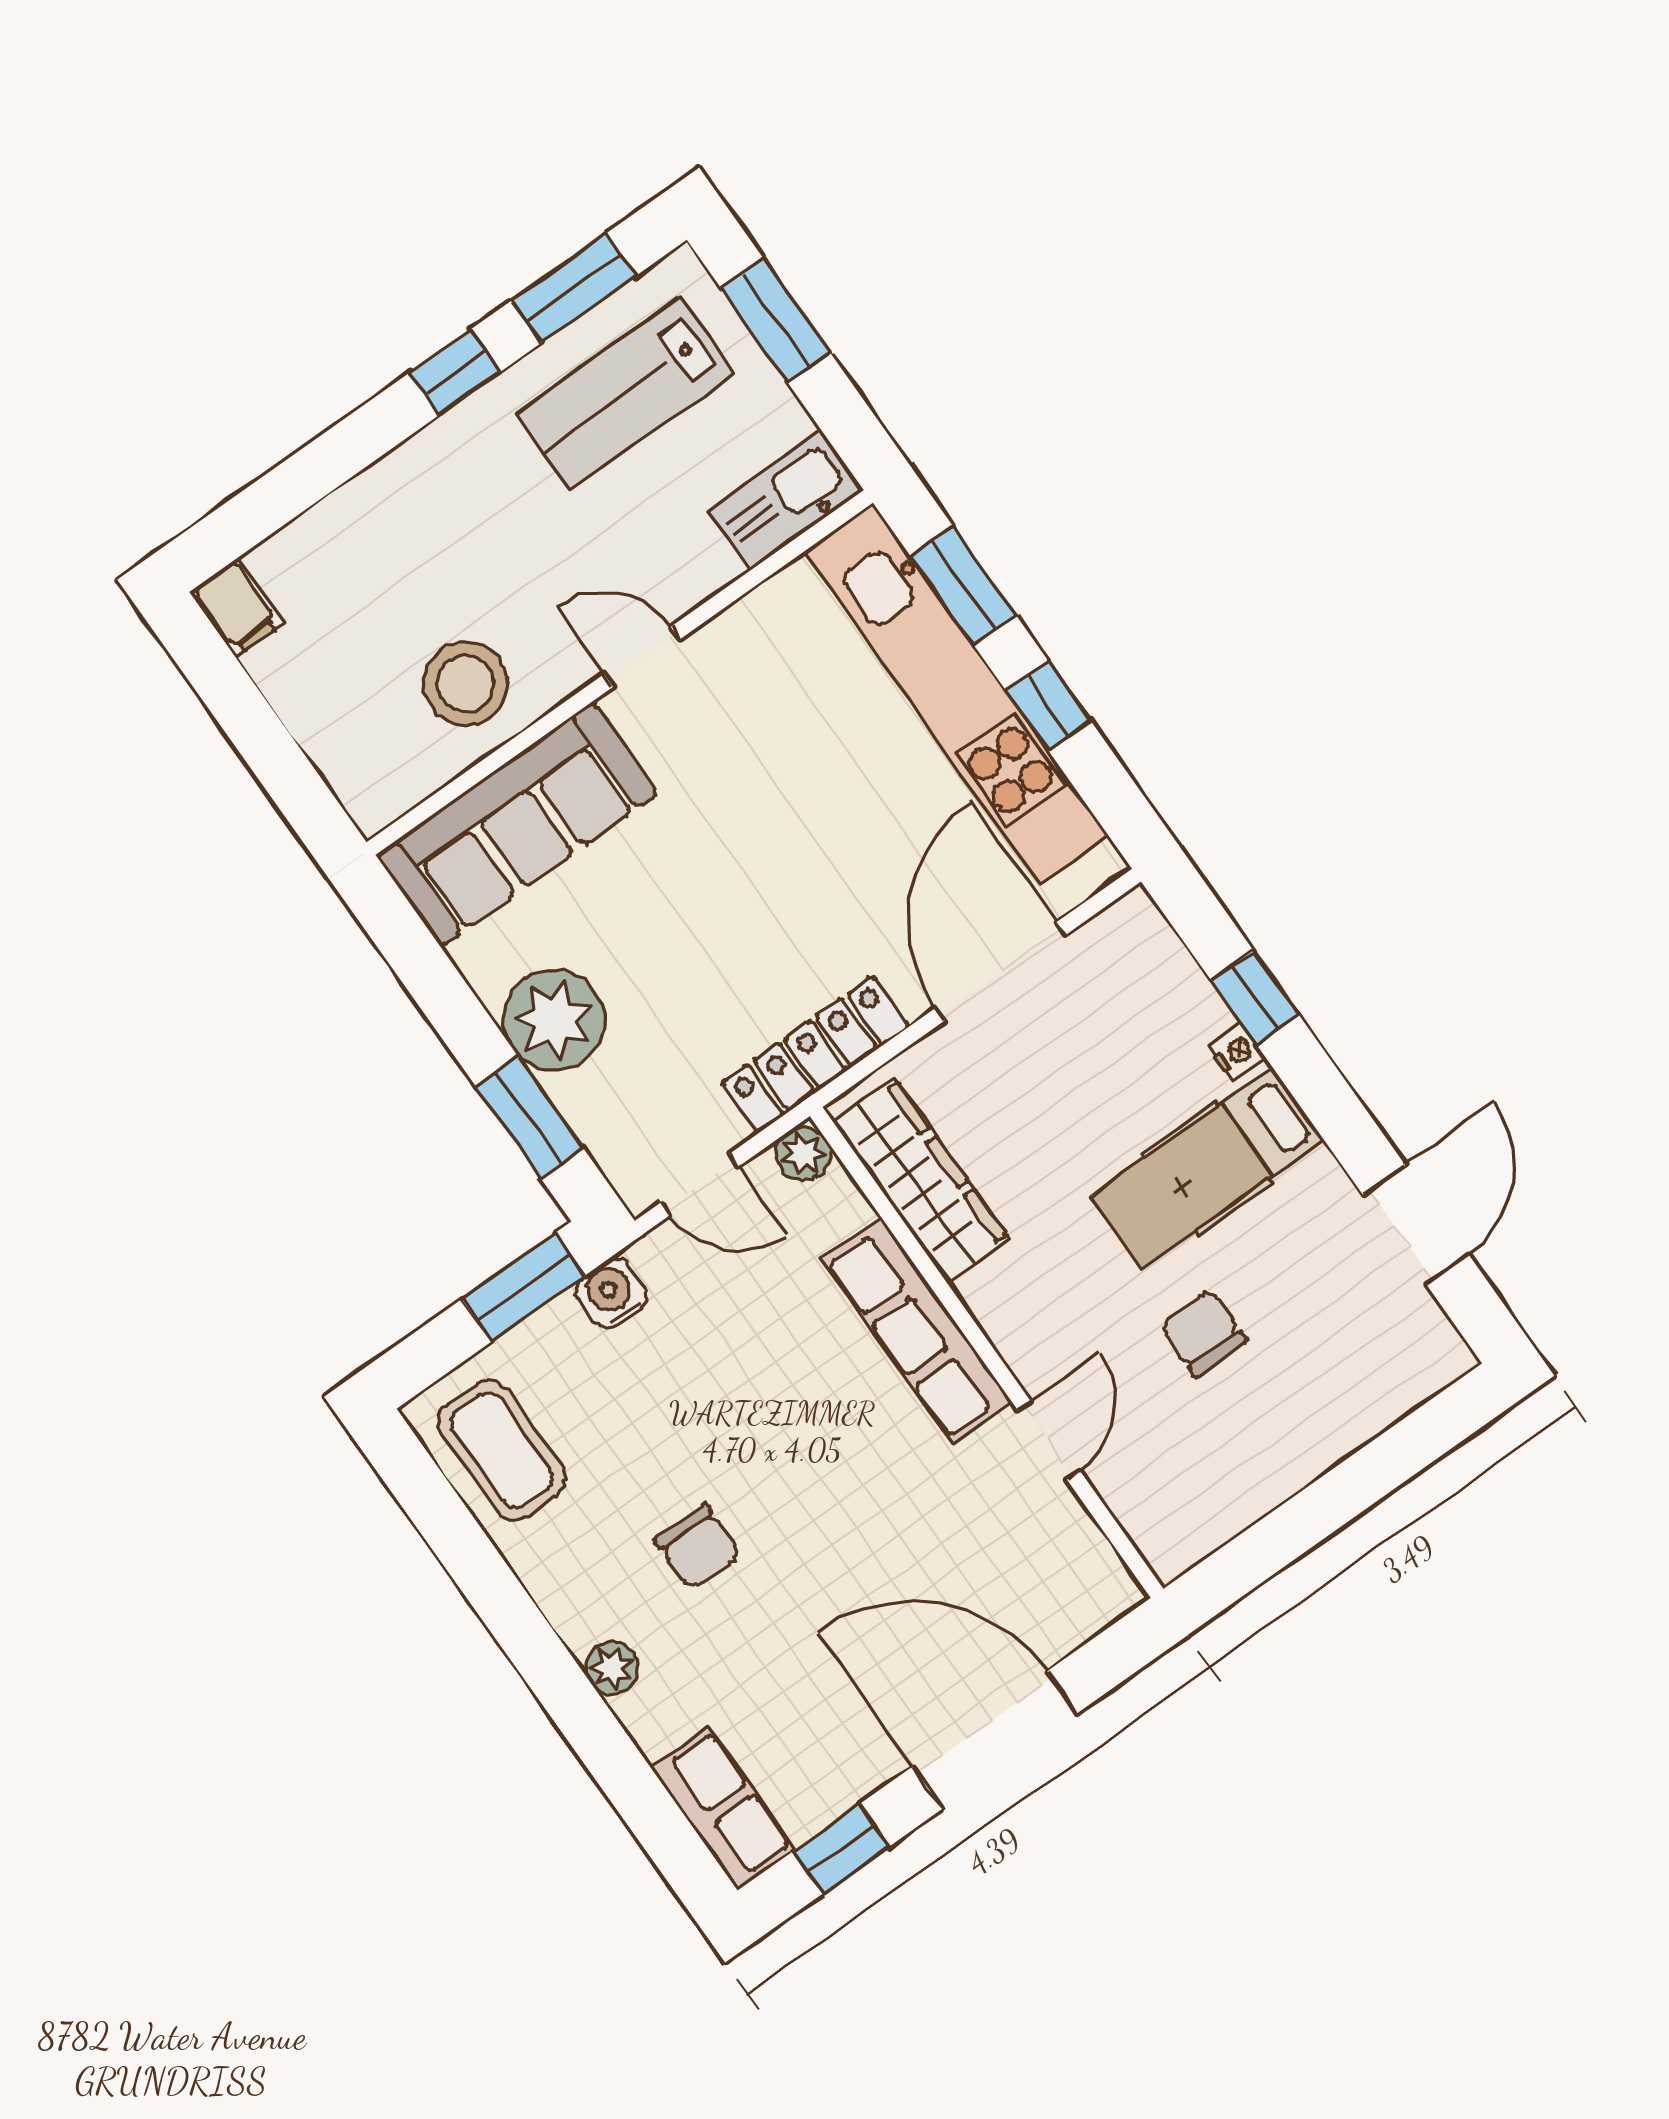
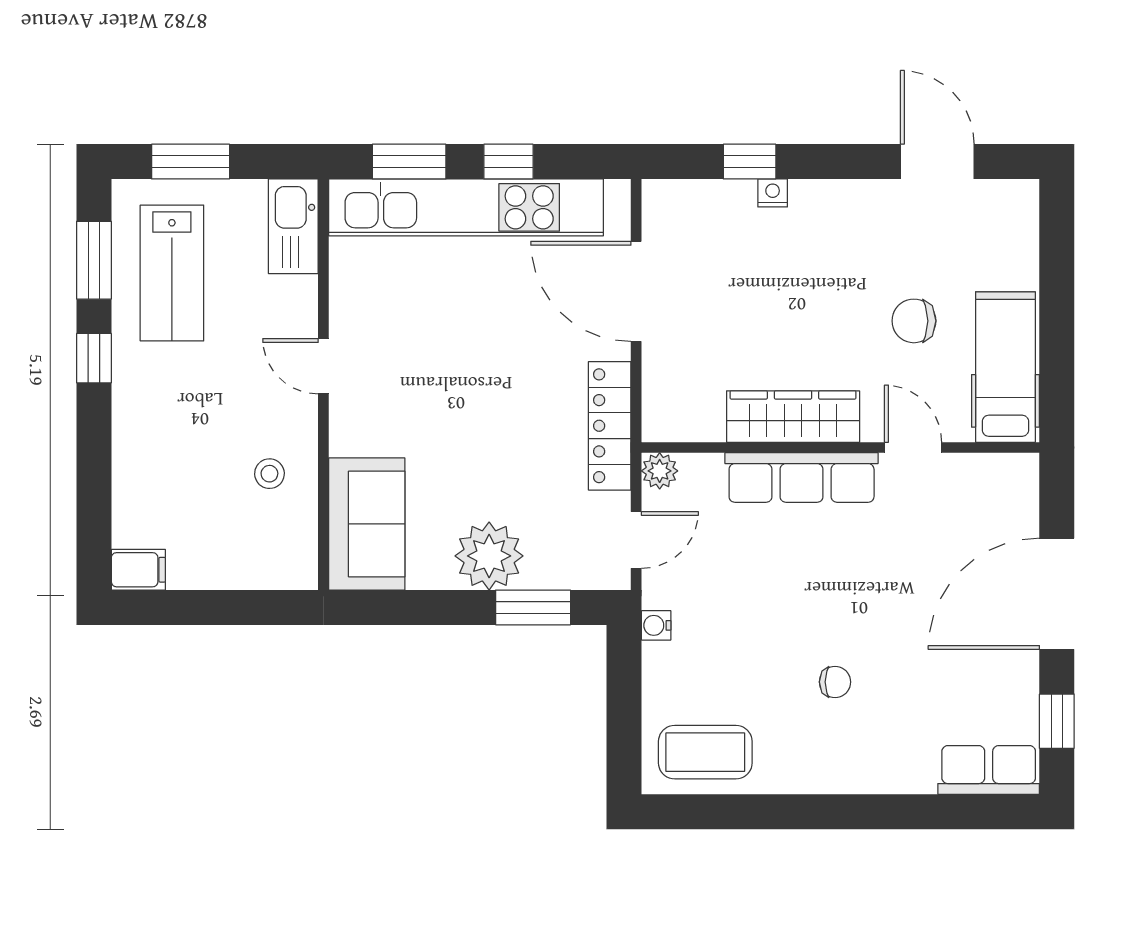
door: (642, 657) -> (323, 366), hinge flipped
stool: (466, 684) -> (269, 474), width x0.53, depth x0.53
sofa: (517, 824) -> (367, 524), width x0.73
hospital bed: (1207, 1168) -> (1005, 367), moved, turned 180
wardrobe: (921, 1180) -> (793, 417), moved
window: (523, 1287) -> (624, 677), removed
water cooler: (611, 1293) -> (656, 625), width x0.72, depth x0.72
chair: (698, 1547) -> (835, 682), width x0.73, depth x0.73
plant: (612, 1668) -> (868, 777), removed

